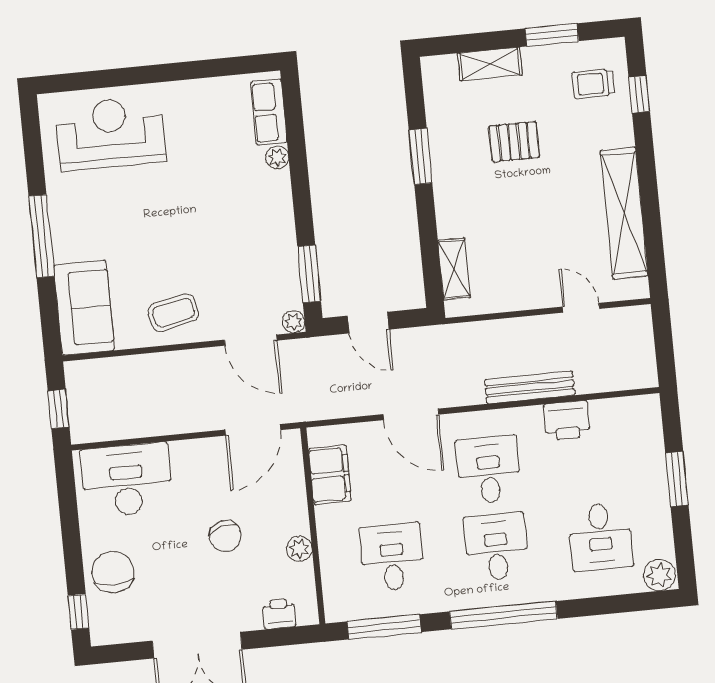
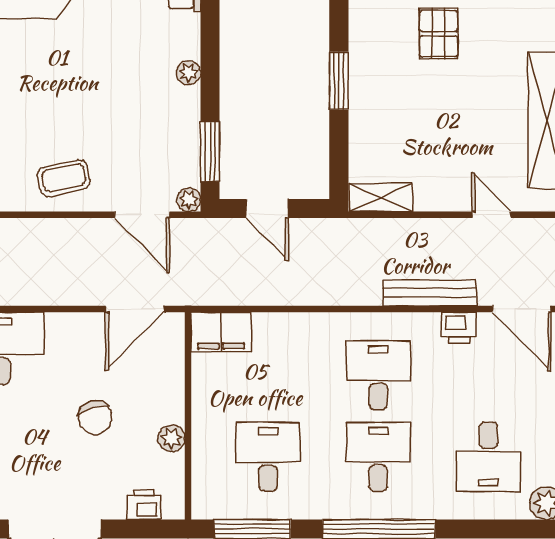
pallet: (514, 142) -> (439, 34), turned 90
window: (420, 156) -> (339, 81), moved
plant: (277, 157) -> (189, 73), moved
shelving: (454, 269) -> (381, 197), moved, turned 90
door: (411, 414) -> (522, 309), moved
printer: (567, 420) -> (459, 328), width x0.73, depth x0.81
filing cabinet: (330, 475) -> (221, 332), moved, turned 90

